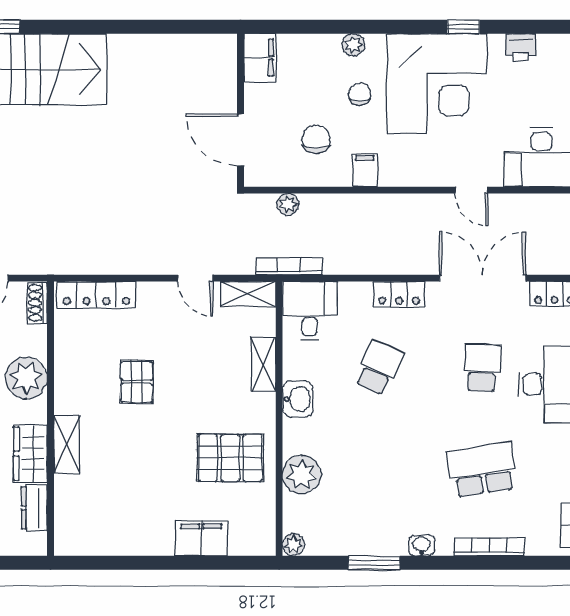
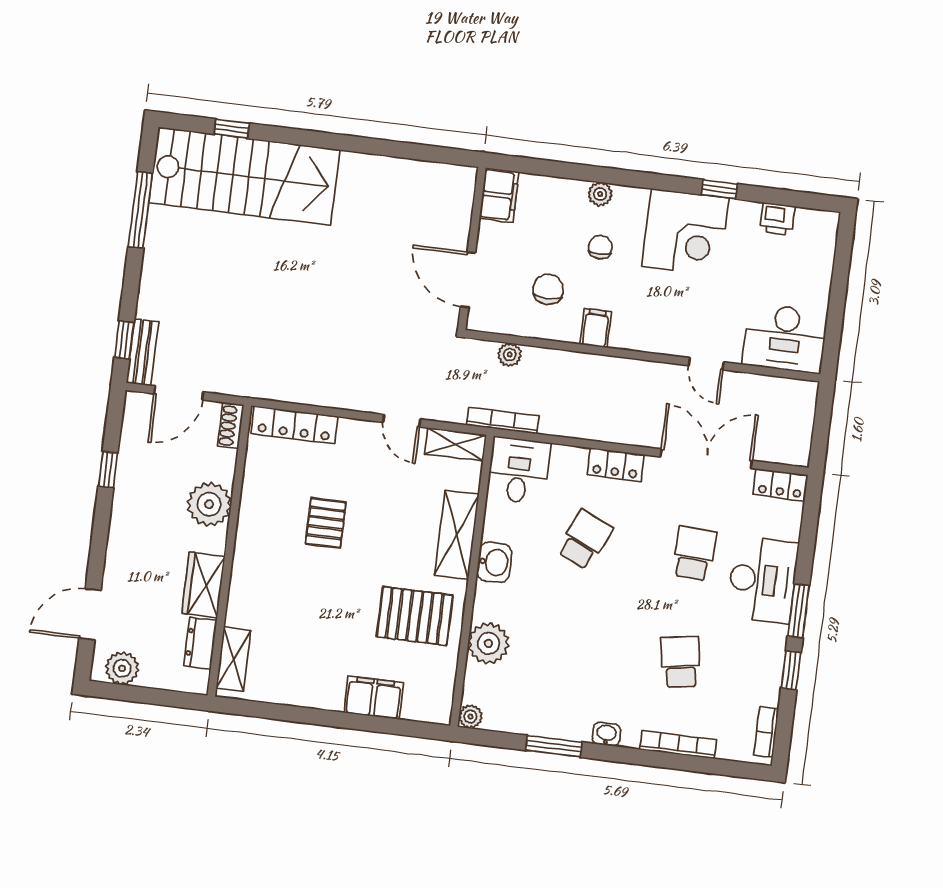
corner desk: (437, 84) -> (685, 232), width x0.74, depth x0.74
shelving: (264, 364) -> (457, 535), width x1.50, depth x1.33
shelving: (67, 444) -> (233, 659), moved
school desk: (482, 470) -> (681, 662), width x0.54

